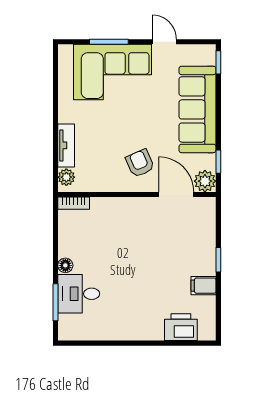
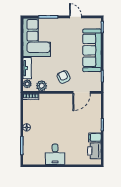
corner sofa: (113, 72) -> (37, 37), moved, turned -90
plant: (205, 181) -> (42, 86), moved
door: (176, 194) -> (82, 92), swing flipped
desk: (79, 294) -> (55, 154), moved, turned -90
printer: (181, 327) -> (94, 151), moved, turned -90

